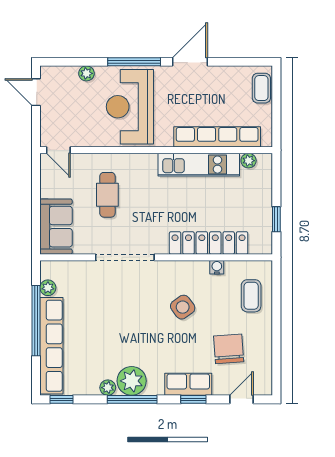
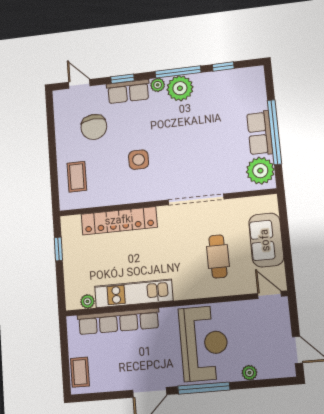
sofa: (56, 227) -> (266, 240), moved
water cooler: (217, 267) -> (110, 199), removed
plant: (48, 288) -> (260, 171), width x1.88, depth x1.88
side table: (183, 307) -> (139, 160), turned 36
row of seats: (51, 346) -> (260, 133), width x0.50
plant: (108, 388) -> (158, 85), moved
window: (62, 399) -> (223, 66), moved
door: (242, 399) -> (79, 84), swing flipped

